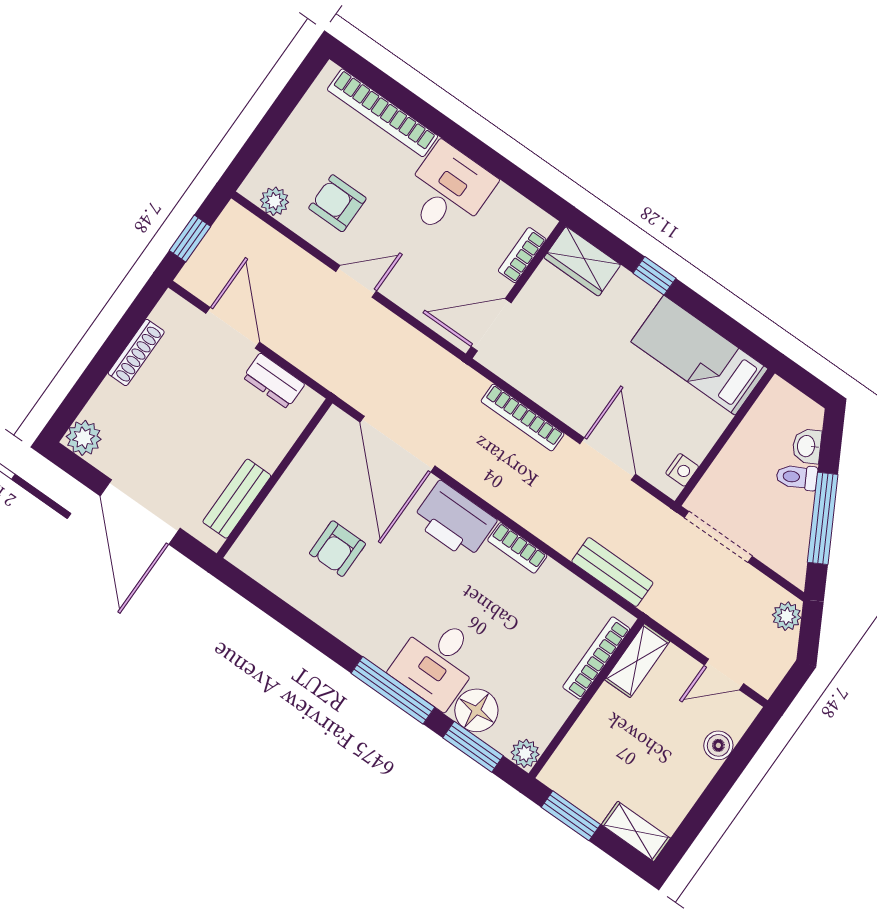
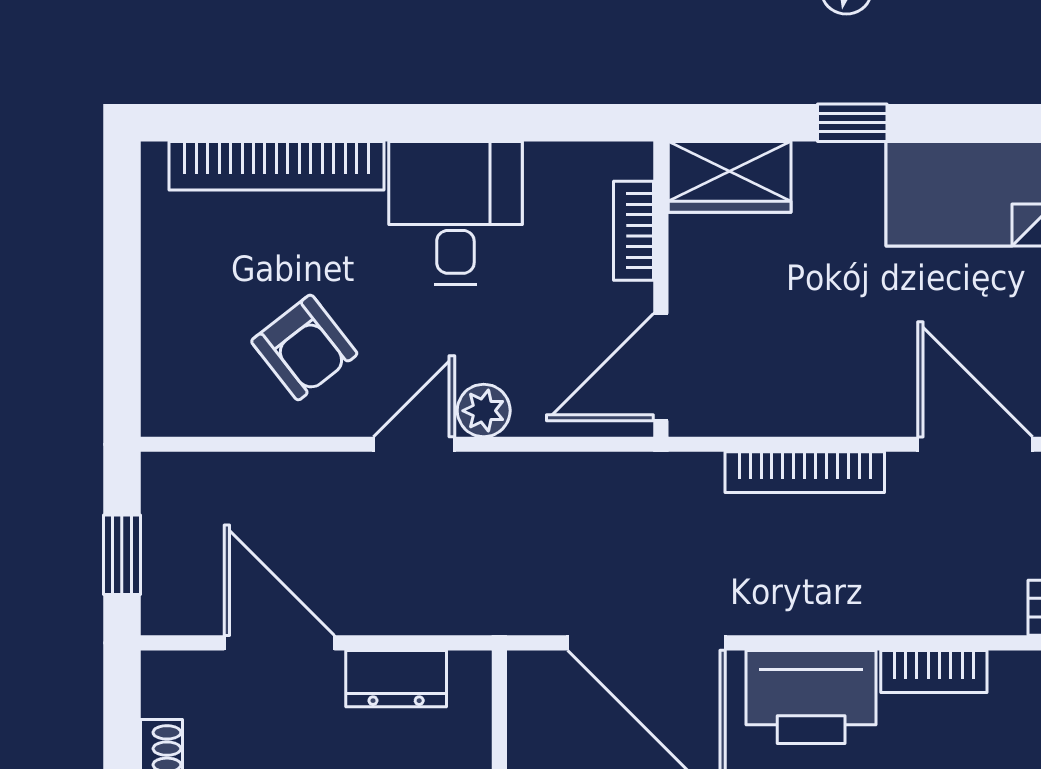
plant: (274, 201) -> (484, 411), moved
armchair: (337, 203) -> (304, 347), turned -128

